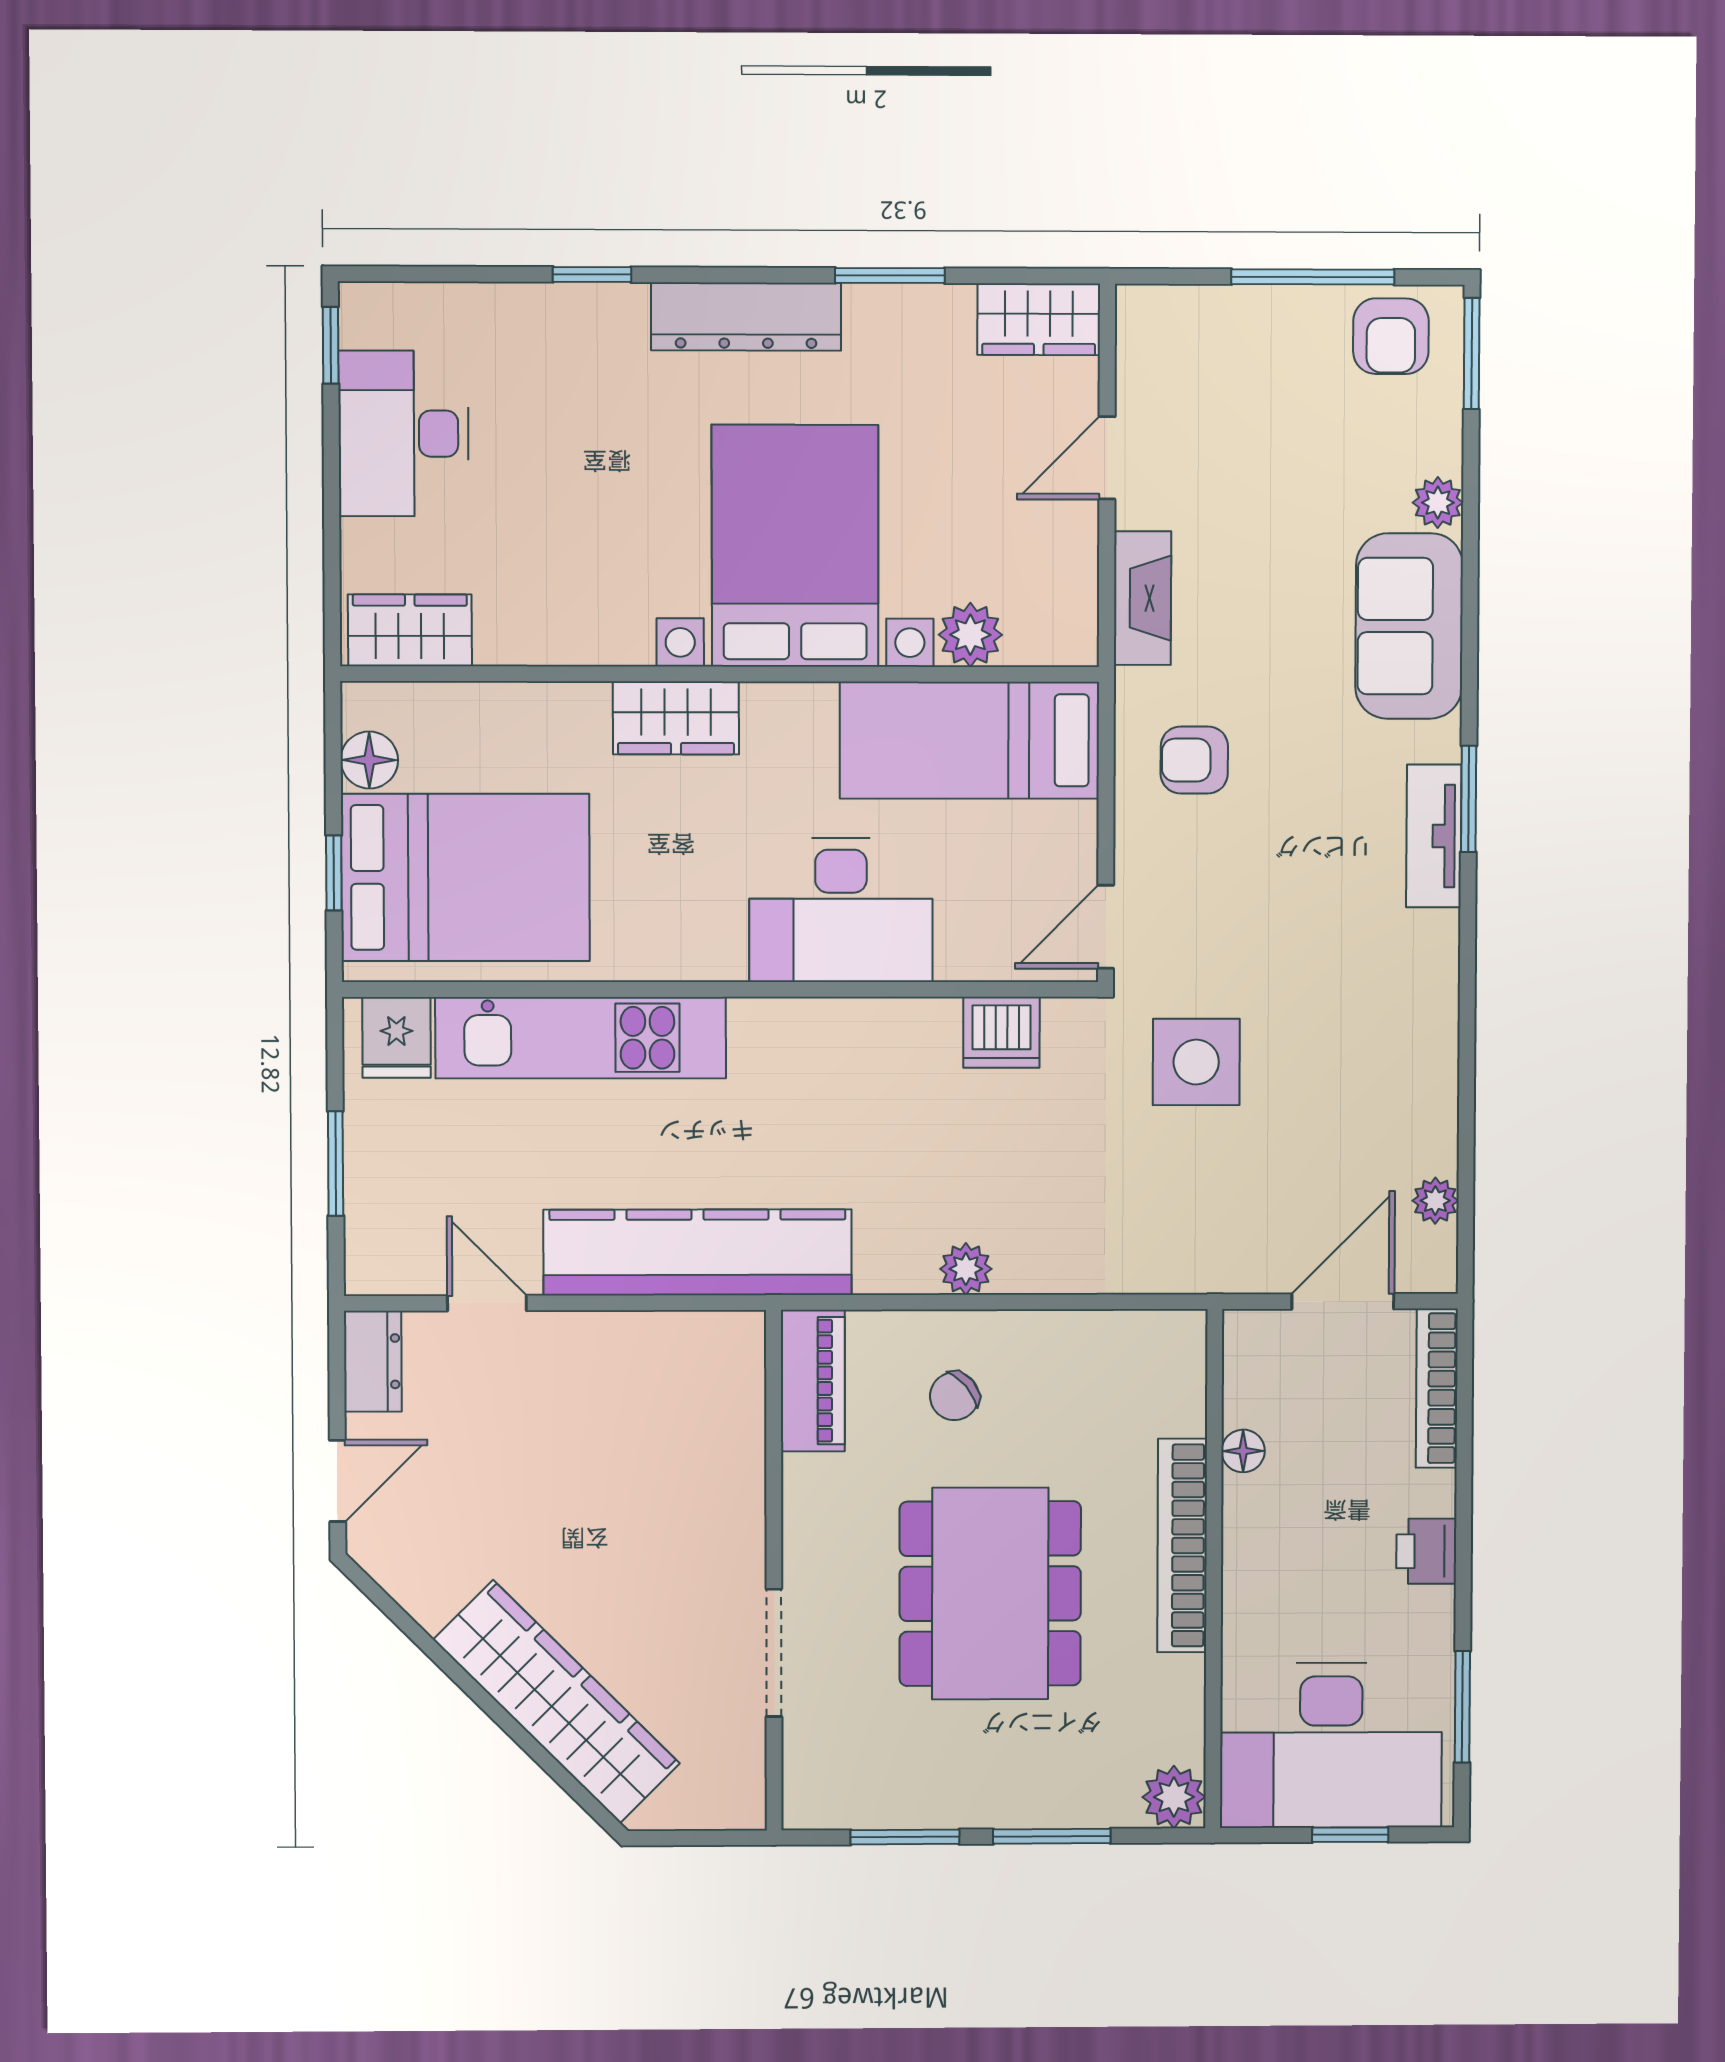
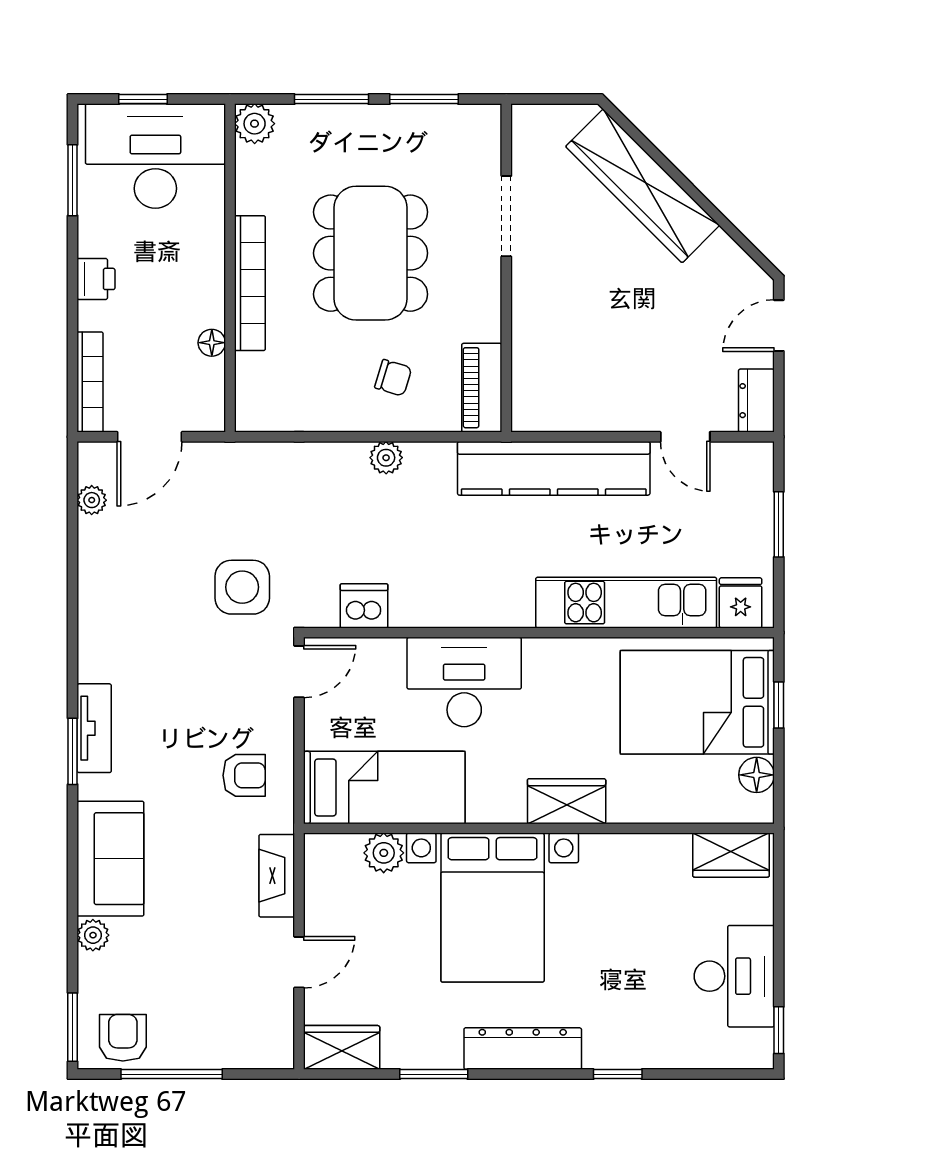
chair: (954, 1396) -> (393, 378), turned 57

